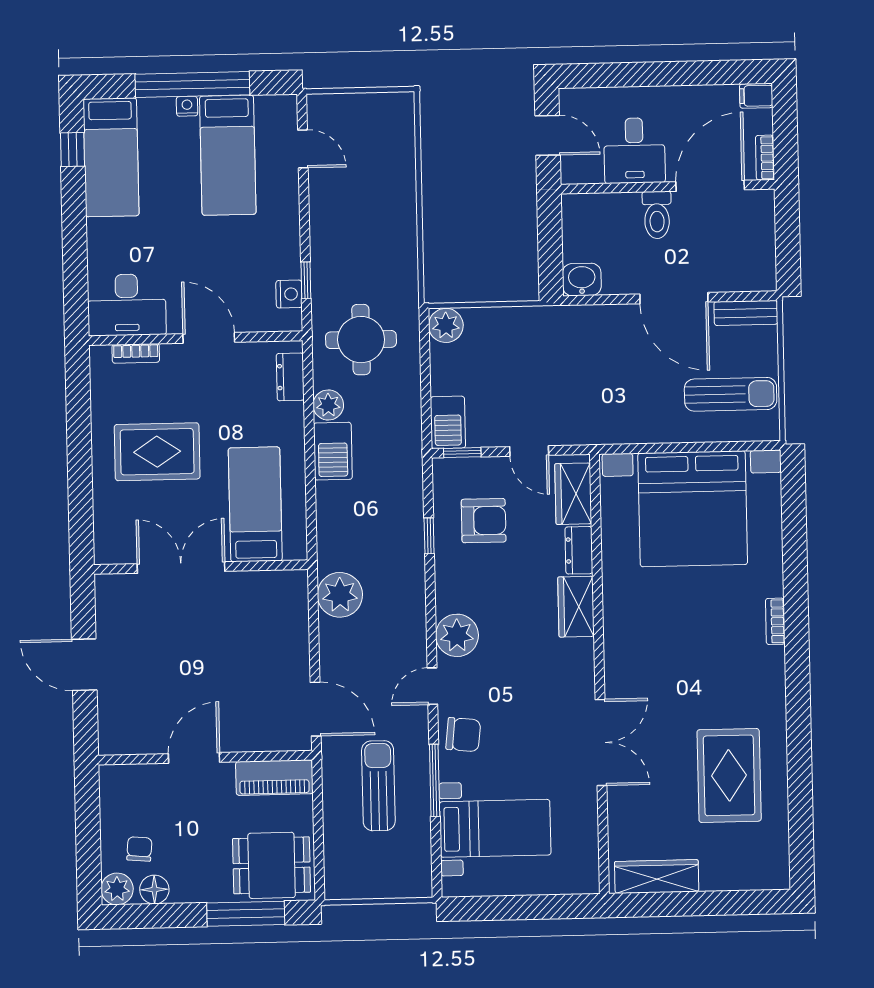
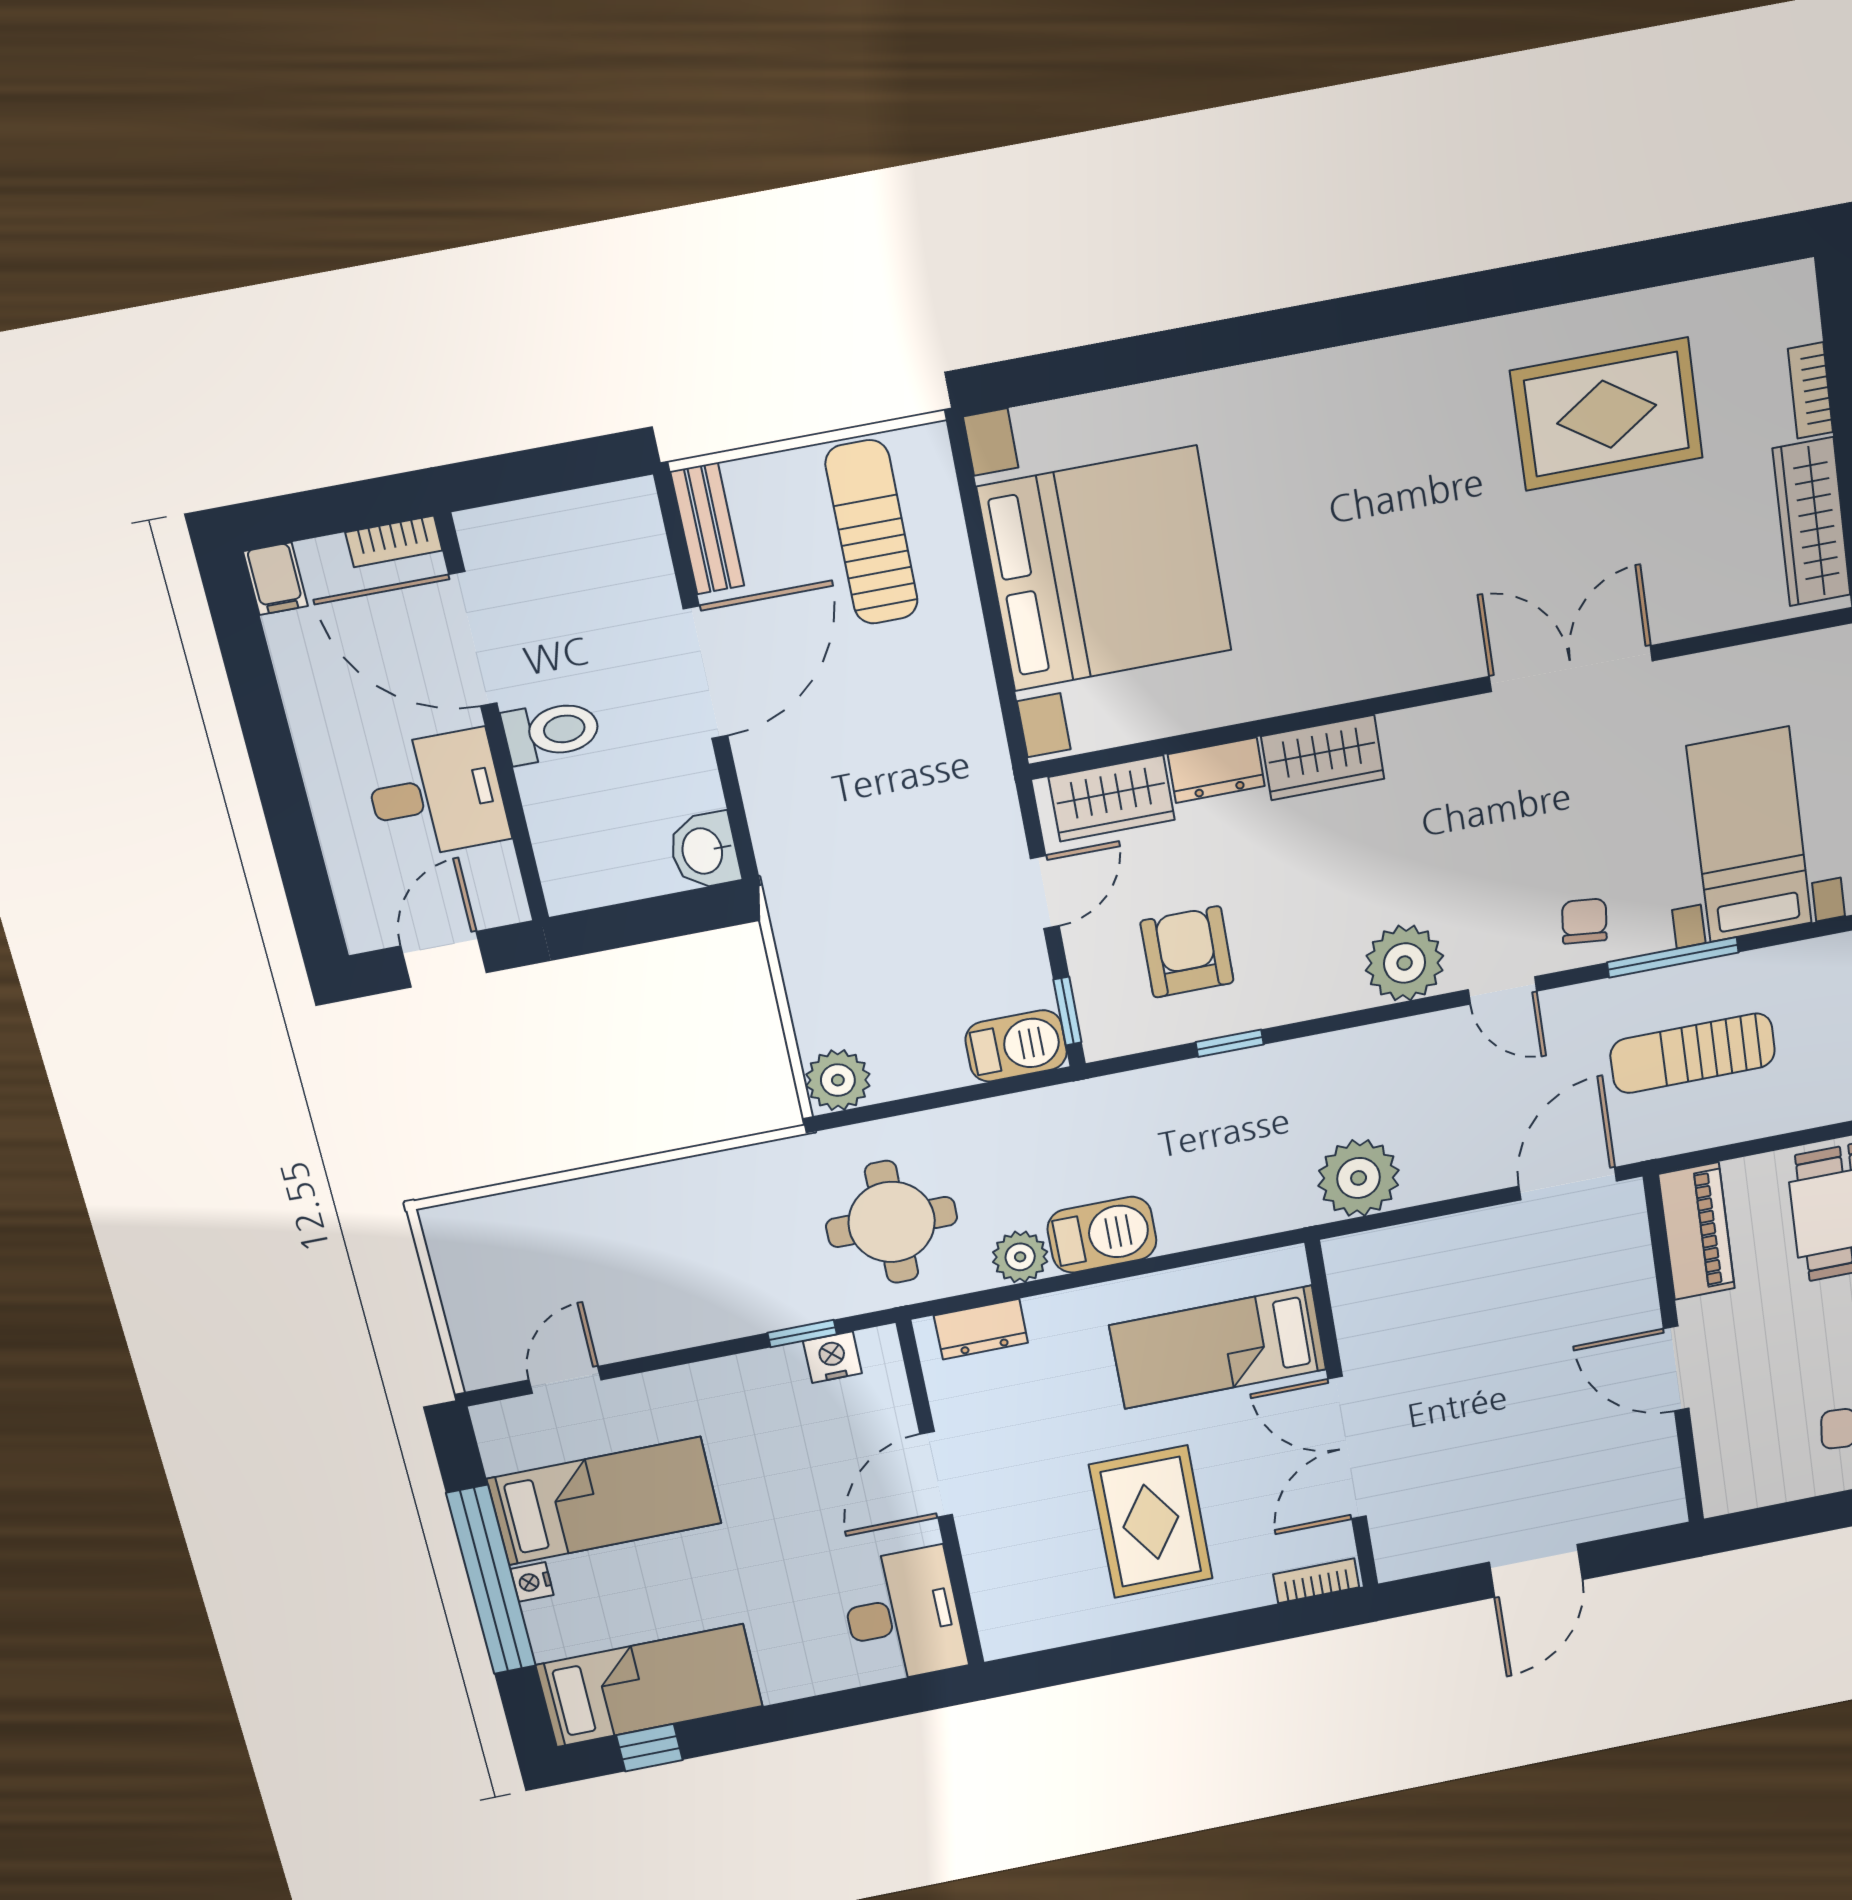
bookcase: (136, 353) -> (1316, 1581), moved, turned -90
bookcase: (775, 621) -> (1810, 391), moved, turned 90
chair: (463, 735) -> (1584, 921), width x0.73, depth x0.73

